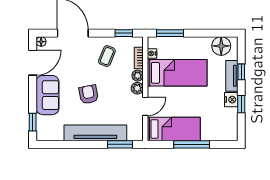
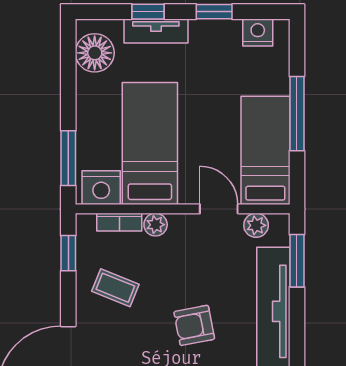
nightstand: (152, 53) -> (101, 188), width x1.89, depth x1.79
plant: (137, 88) -> (256, 225), moved
nightstand: (231, 100) -> (258, 32), moved

